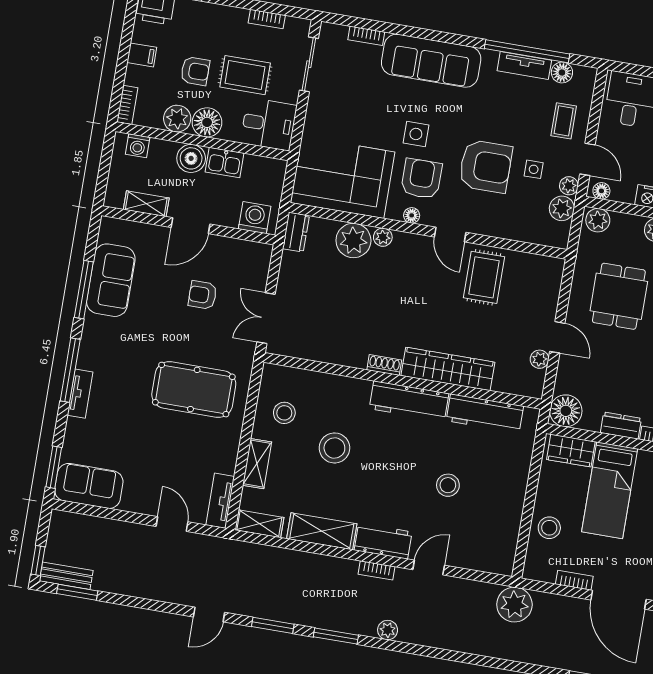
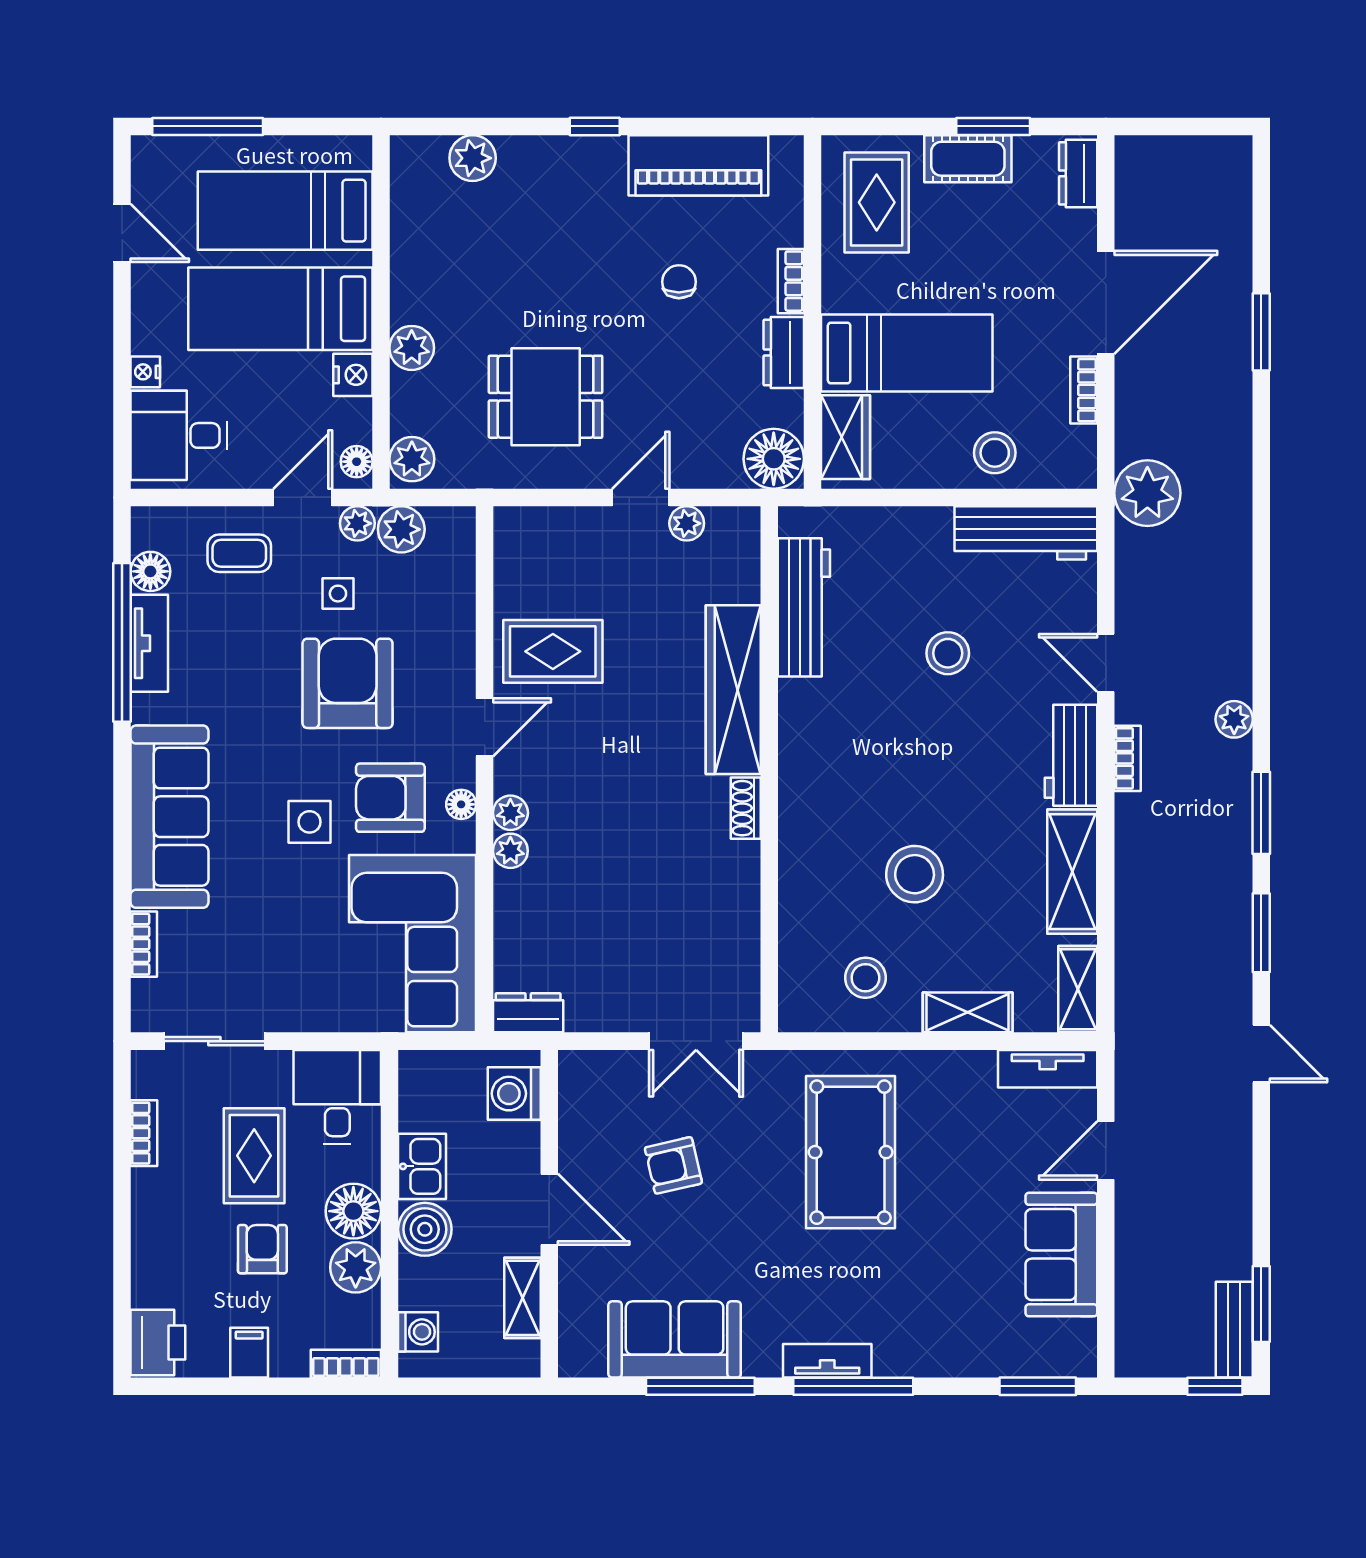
plant: (353, 240) -> (510, 813), moved, width x0.53, depth x0.53
armchair: (203, 295) -> (673, 1165), turned 77
tv unit: (80, 394) -> (827, 1361), moved
workbench: (409, 401) -> (1026, 533), moved, turned 90
sofa: (89, 486) -> (1061, 1255), moved

